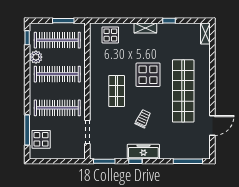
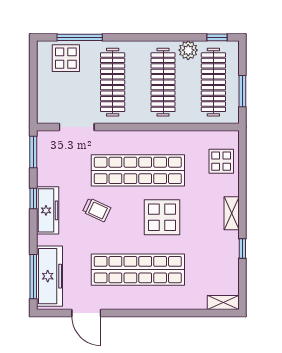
shop shelf: (117, 91) -> (138, 170), width x2.00, depth x1.36
freezer: (188, 150) -> (49, 276), added

